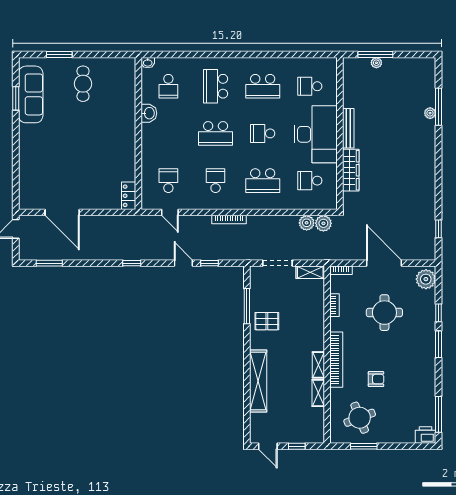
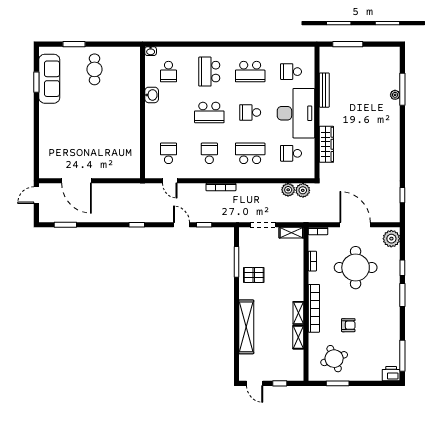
plant: (376, 63) -> (349, 51), removed
bench: (348, 128) -> (324, 90), moved
school desk: (263, 181) -> (250, 153), turned 180
locker: (129, 196) -> (134, 166), removed
round table: (384, 313) -> (356, 268), width x1.36, depth x1.36

